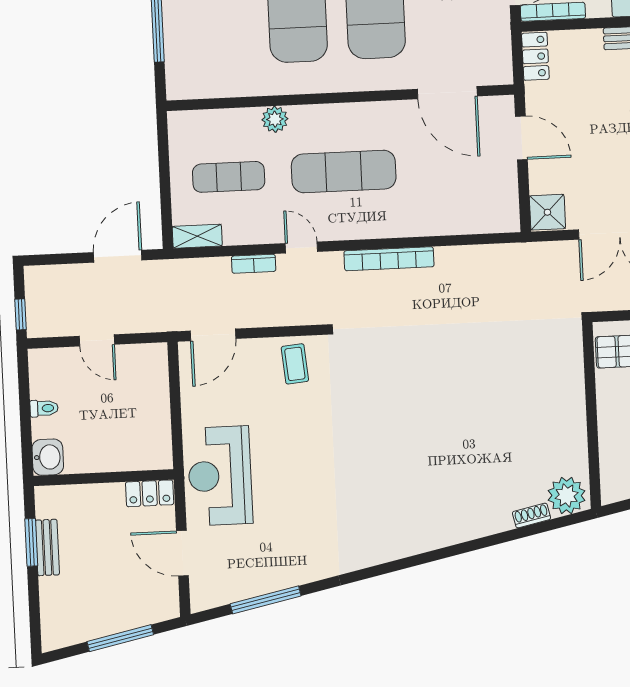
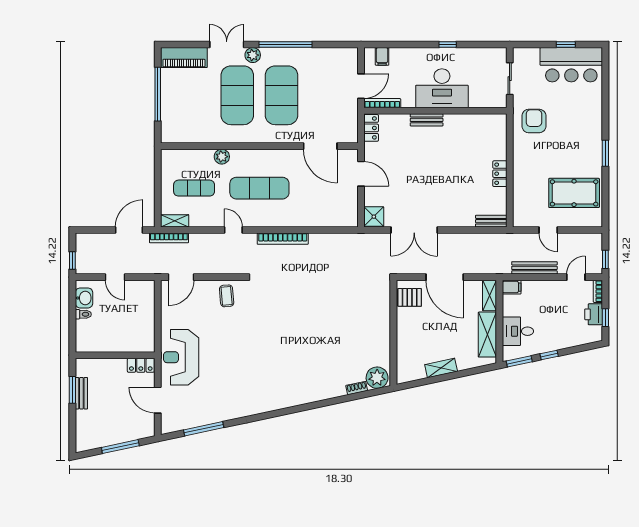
bookcase: (254, 264) -> (169, 238), moved, width x1.56
washbasin: (48, 457) -> (84, 298), moved

